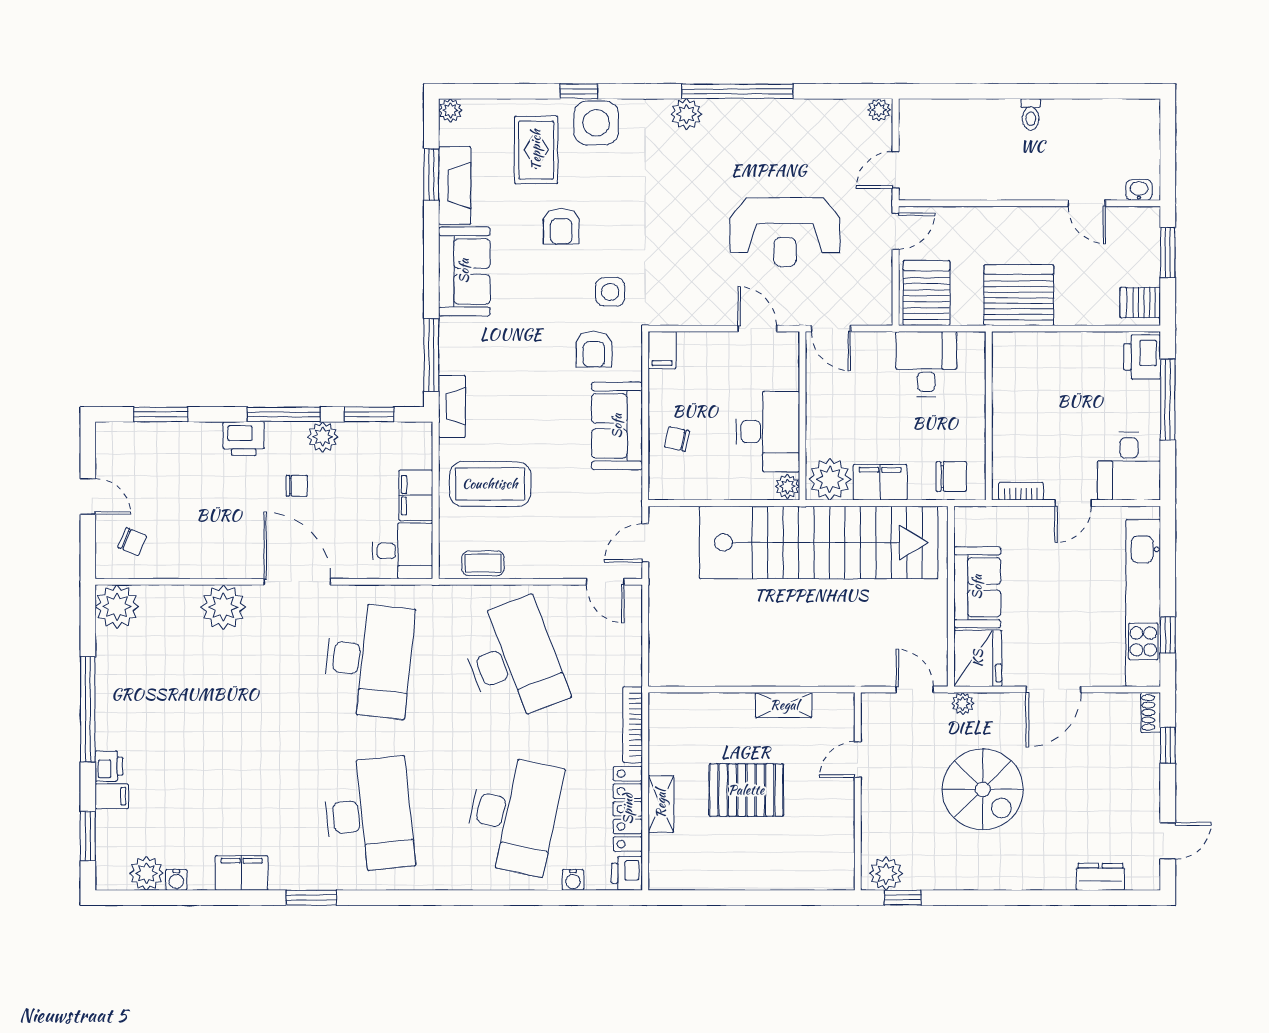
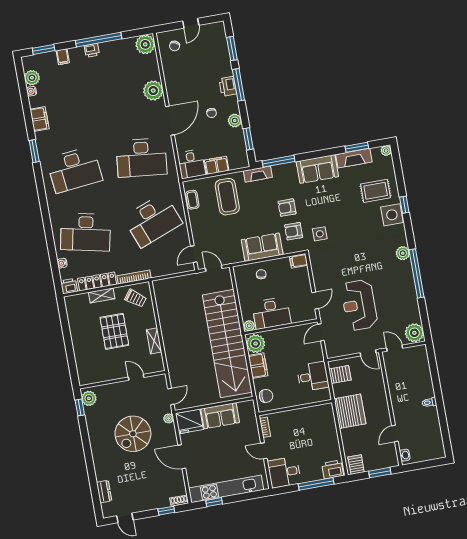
plant: (879, 110) -> (414, 333), width x1.87, depth x1.87
armchair: (561, 226) -> (287, 208), moved
server rack: (926, 293) -> (340, 375), width x0.73, depth x0.70
window: (284, 414) -> (238, 85), moved
chair: (951, 477) -> (266, 396), turned -90
trolley: (681, 730) -> (136, 298), added
printer: (109, 766) -> (92, 50), moved

